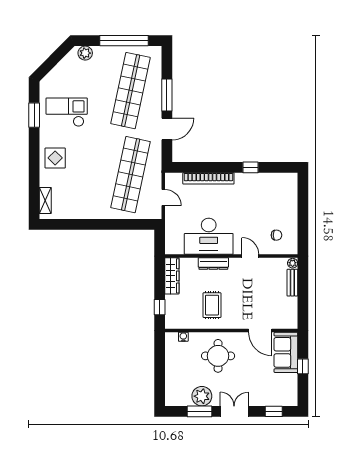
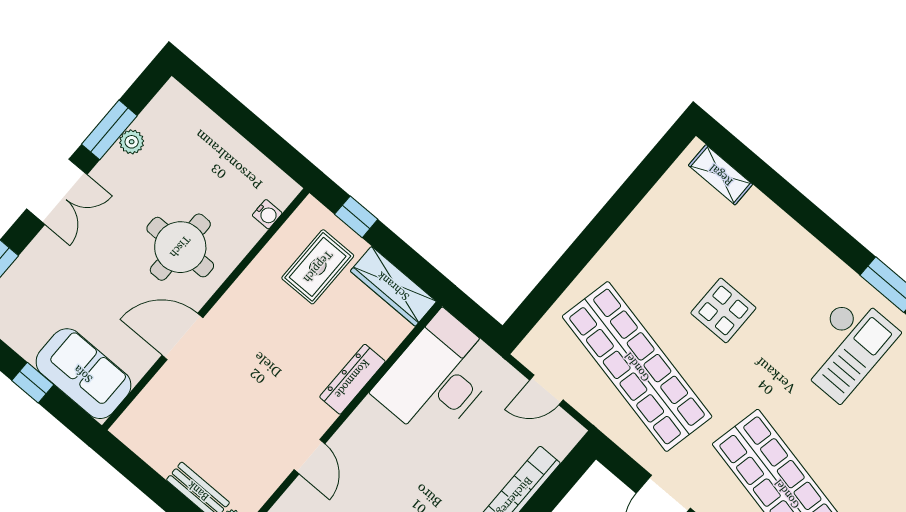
display table: (55, 158) -> (723, 310), moved
desk: (209, 236) -> (438, 377), moved
door: (250, 256) -> (309, 457), hinge flipped
rug: (212, 305) -> (318, 267), moved, turned 90
door: (260, 331) -> (182, 336), moved
plant: (202, 396) -> (132, 142), width x0.53, depth x0.53

